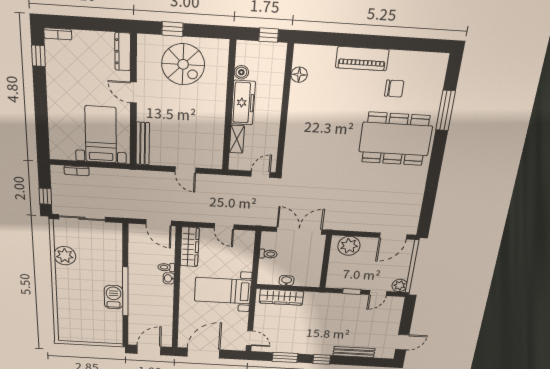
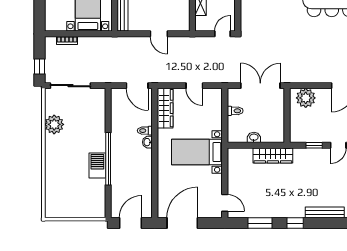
wardrobe: (281, 297) -> (273, 155), moved

